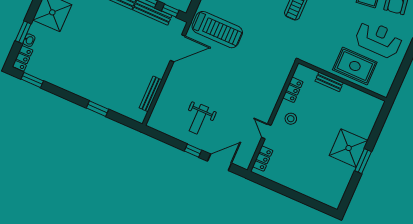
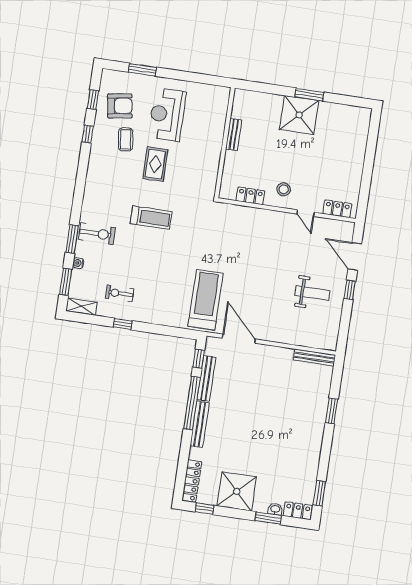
rug: (355, 66) -> (155, 164), moved, width x0.73, depth x0.70
bench: (329, 82) -> (234, 135), moved
bench: (151, 94) -> (314, 358), moved
door: (266, 131) -> (306, 213), hinge flipped

